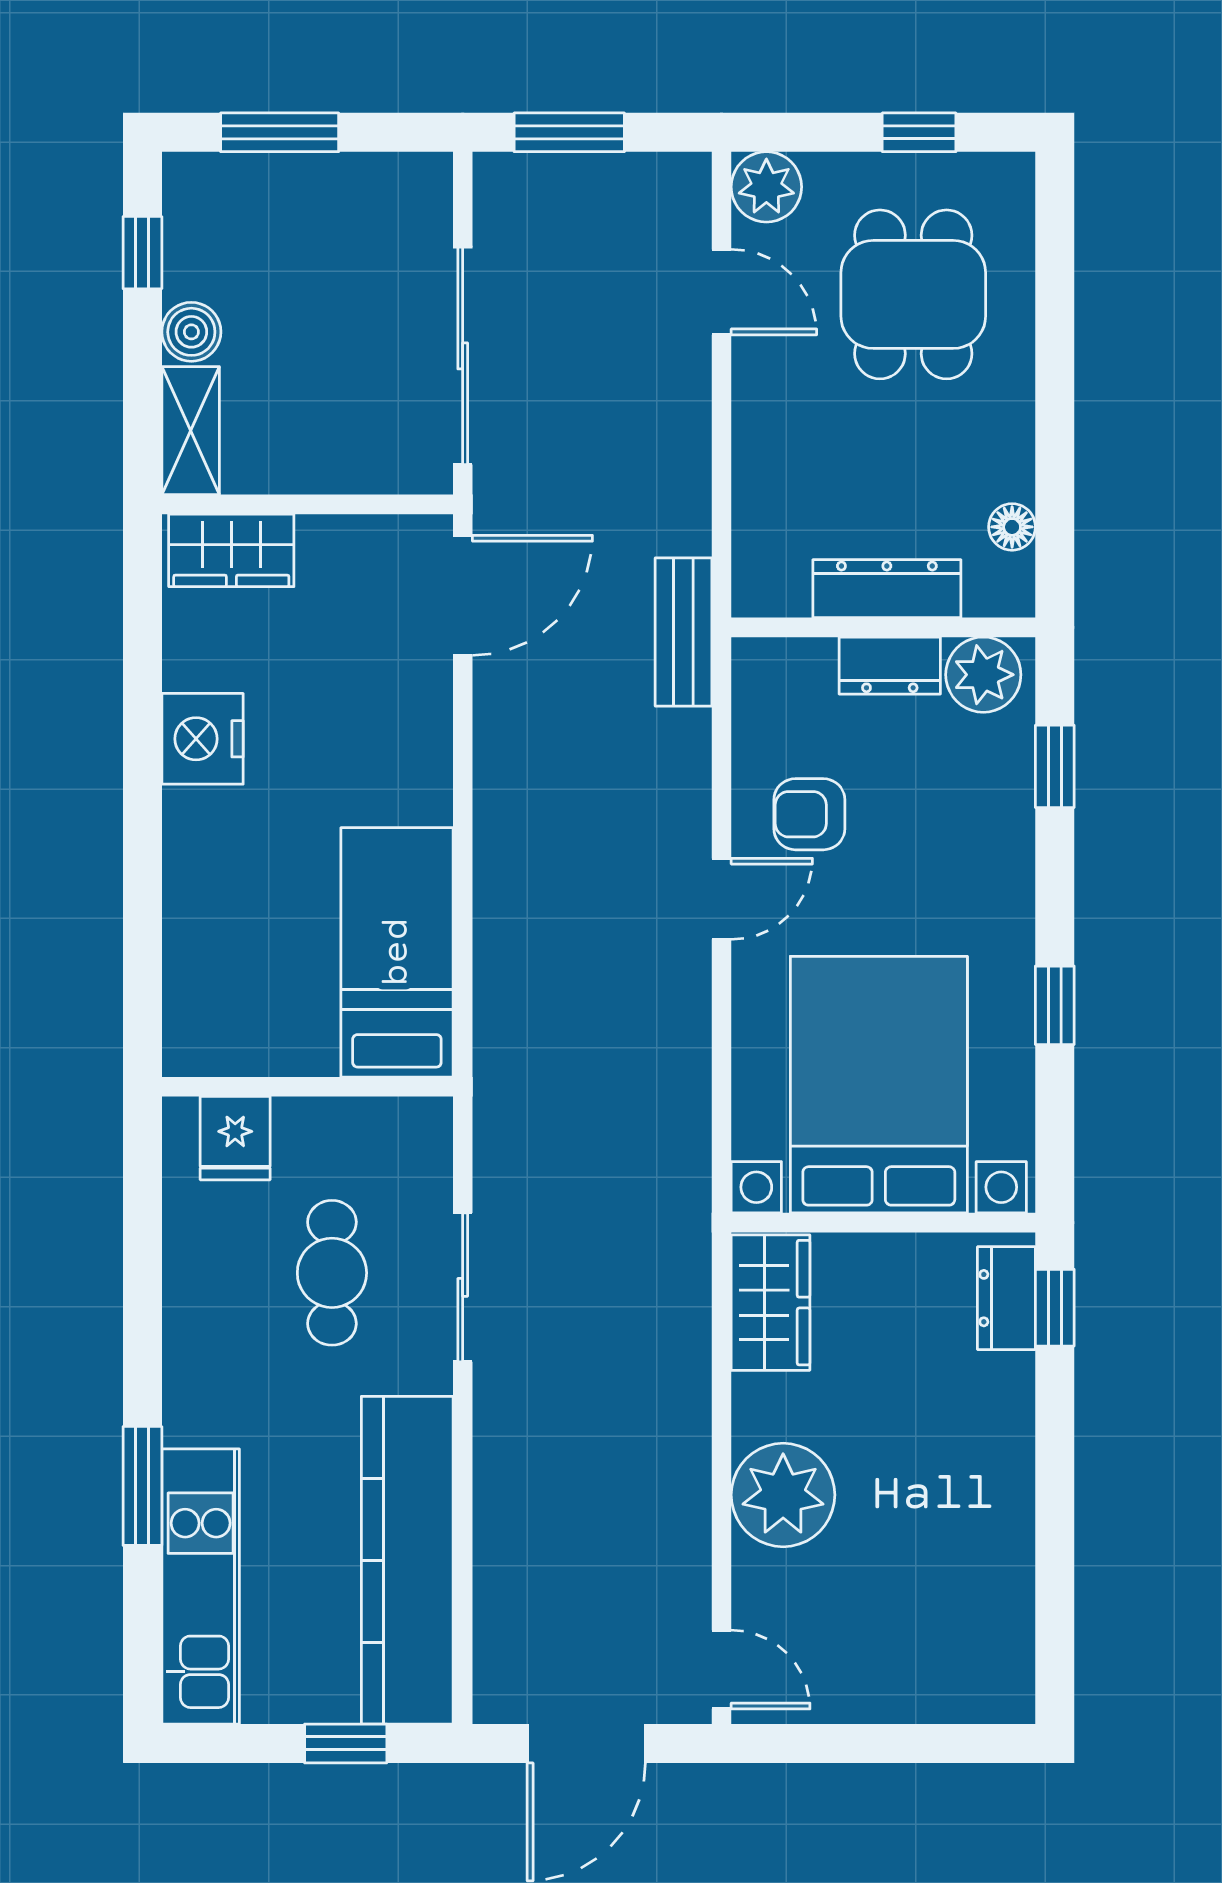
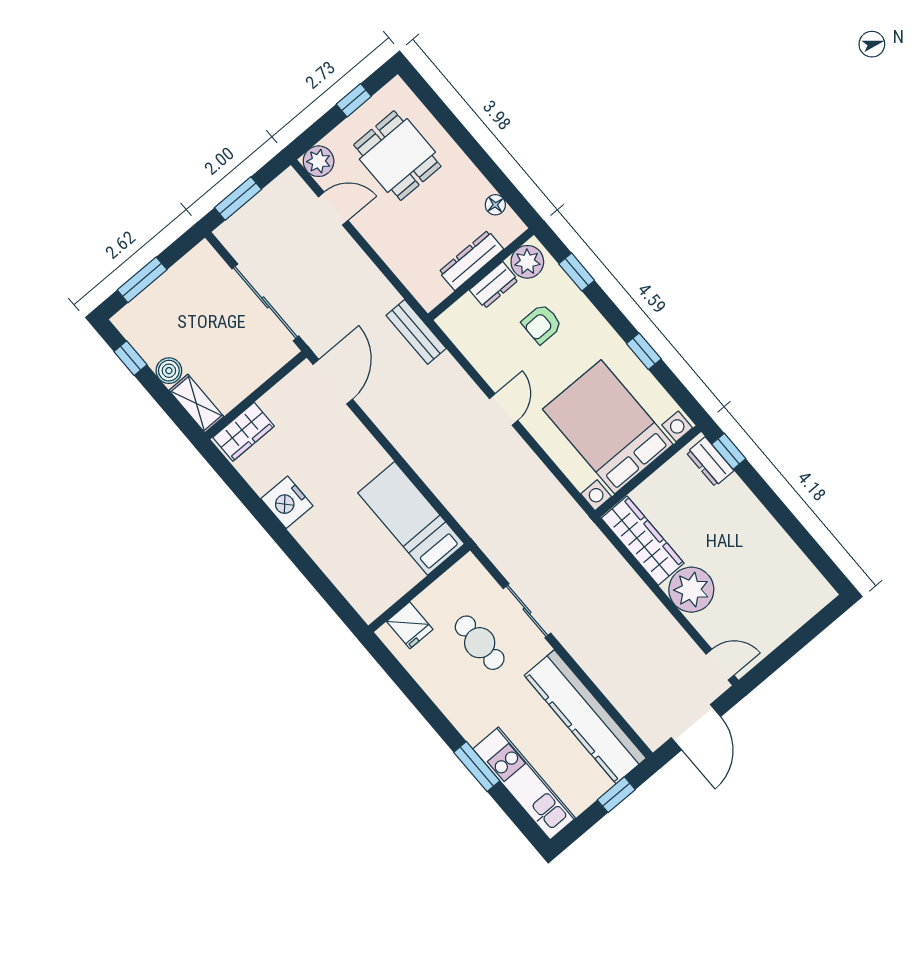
armchair: (809, 814) -> (542, 324), moved
wardrobe: (771, 1303) -> (643, 541), width x1.50

